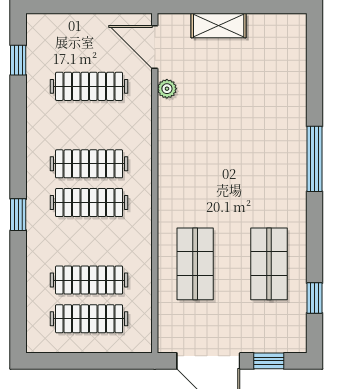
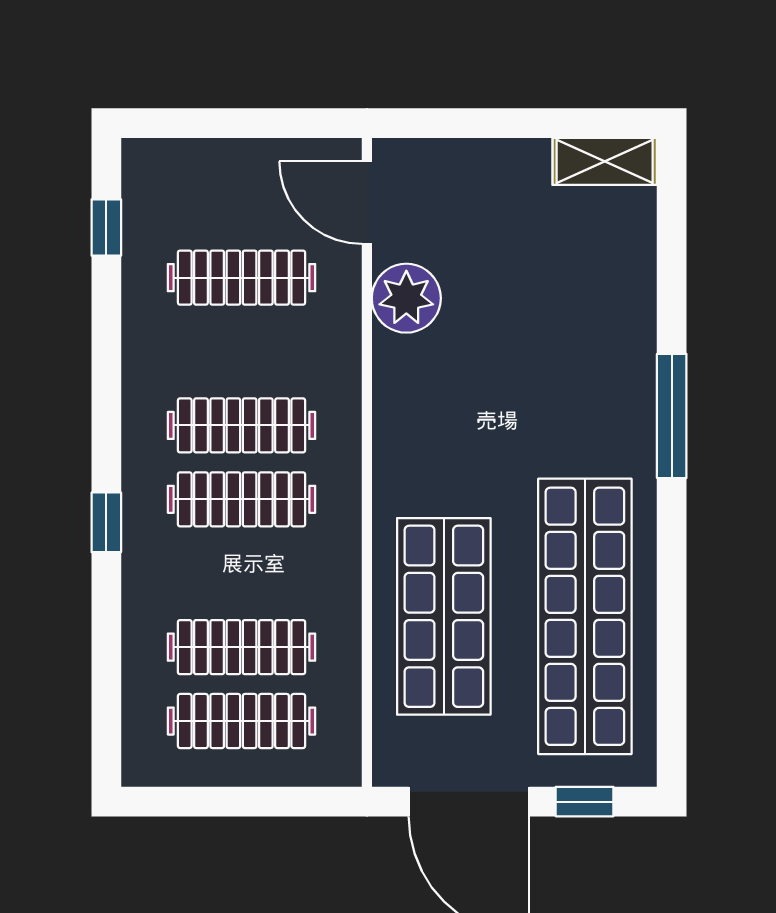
shelving: (219, 25) -> (605, 161), moved
plant: (167, 89) -> (406, 298), width x1.88, depth x1.88
shop shelf: (195, 264) -> (444, 616), width x1.43, depth x1.36
shop shelf: (269, 264) -> (585, 616), width x2.00, depth x1.36
window: (314, 298) -> (672, 681), removed

